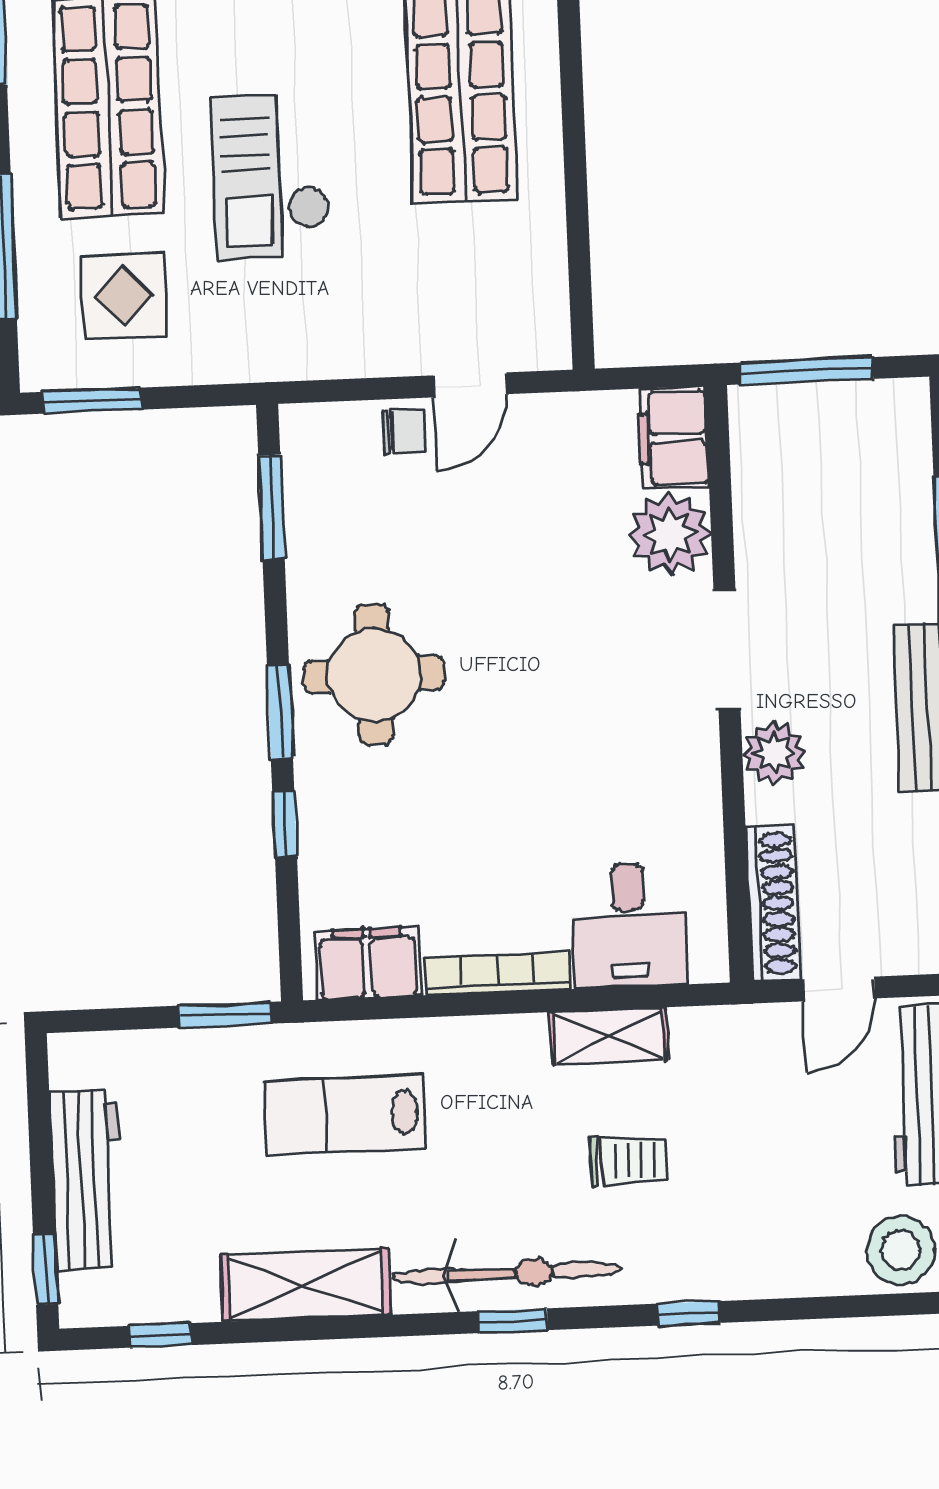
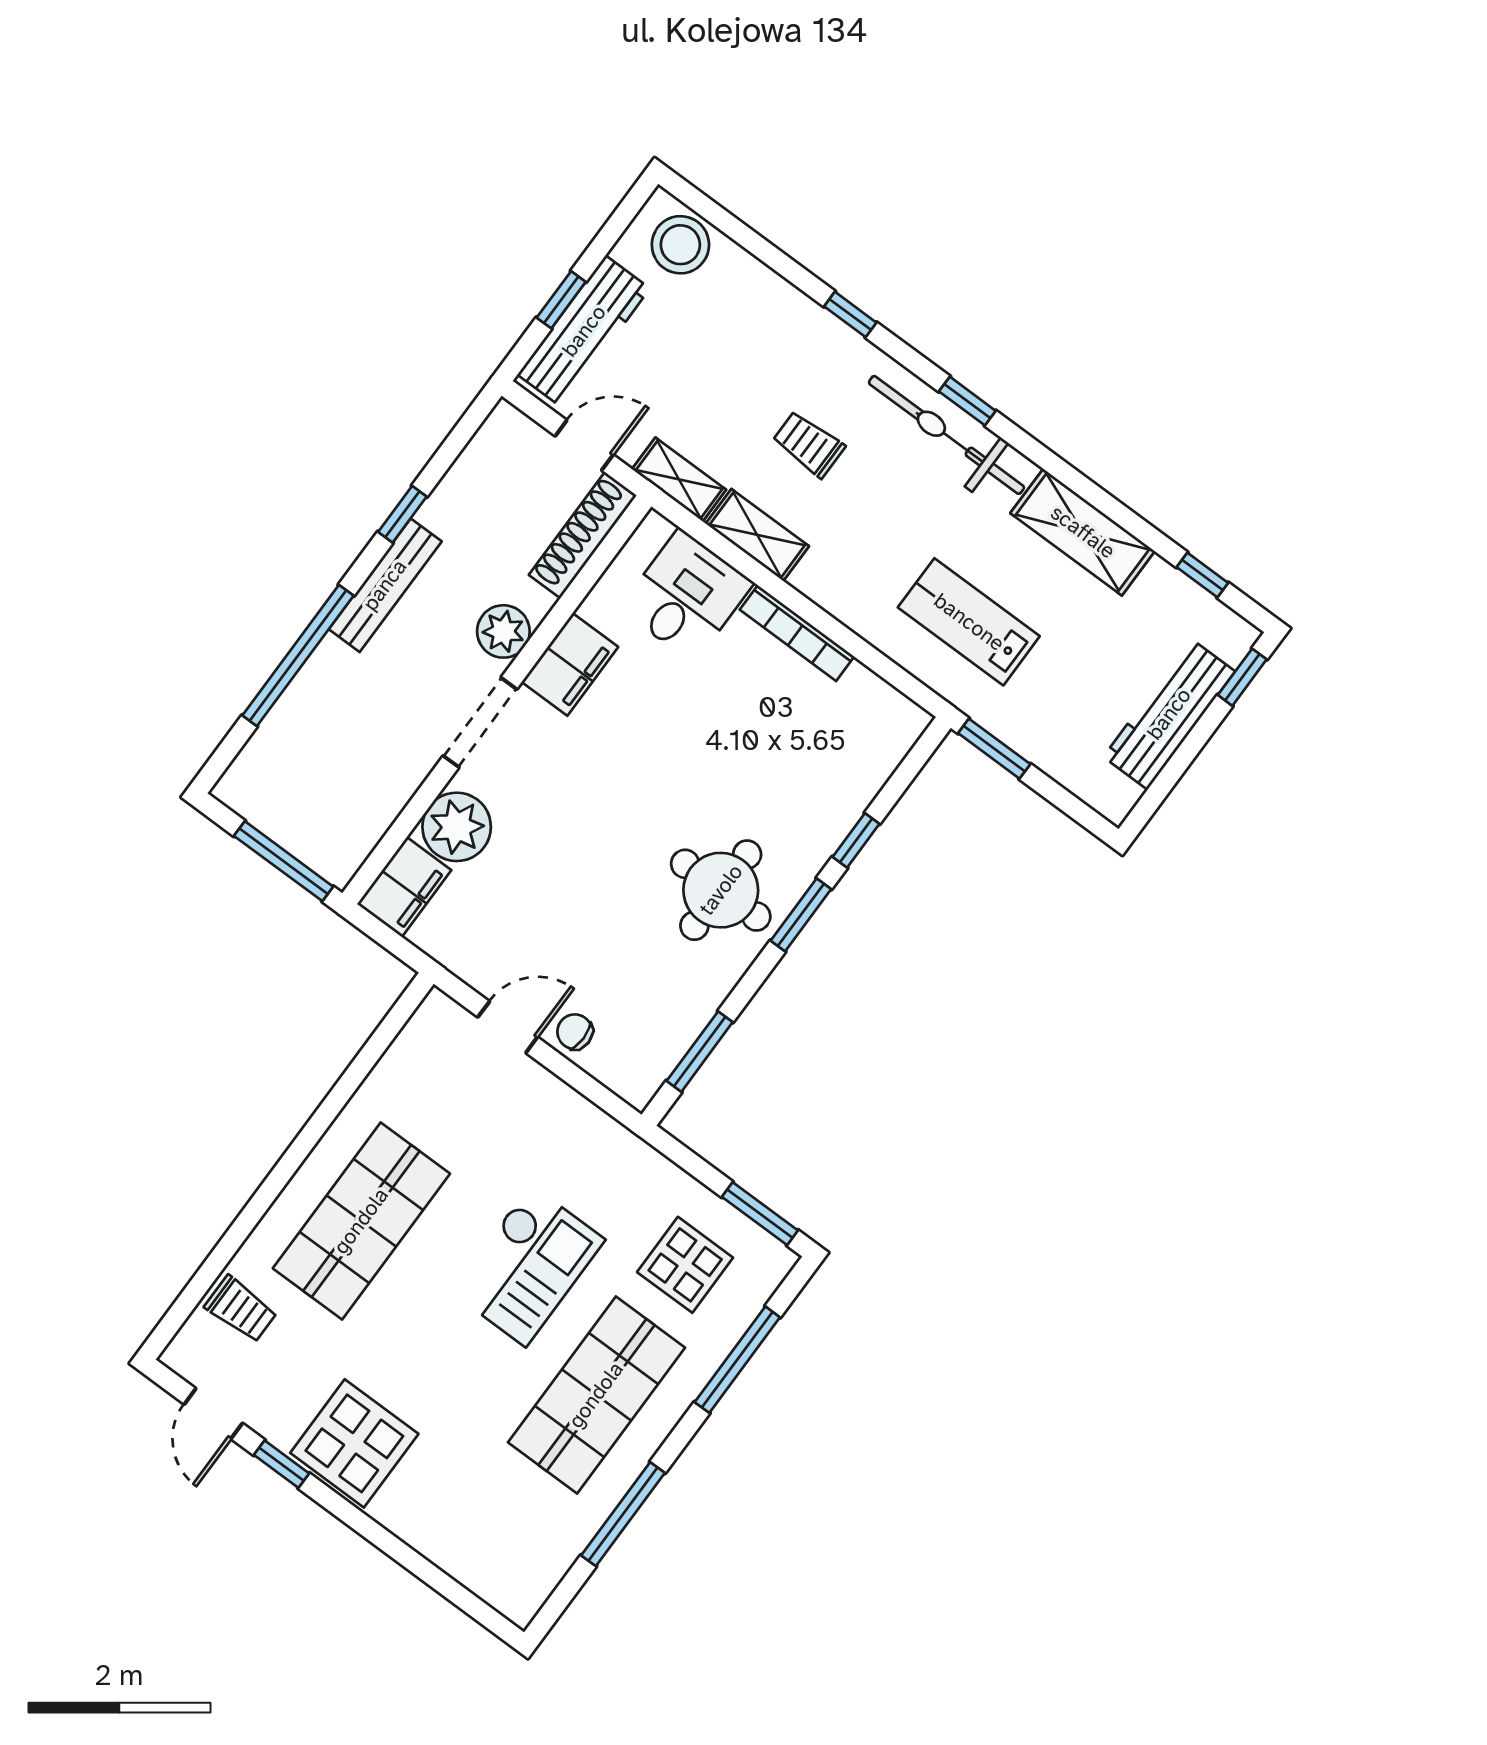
filing cabinet: (368, 963) -> (570, 664), moved, turned -90
shelving: (724, 1029) -> (679, 479), added
lab bench: (344, 1115) -> (969, 622), turned 180

